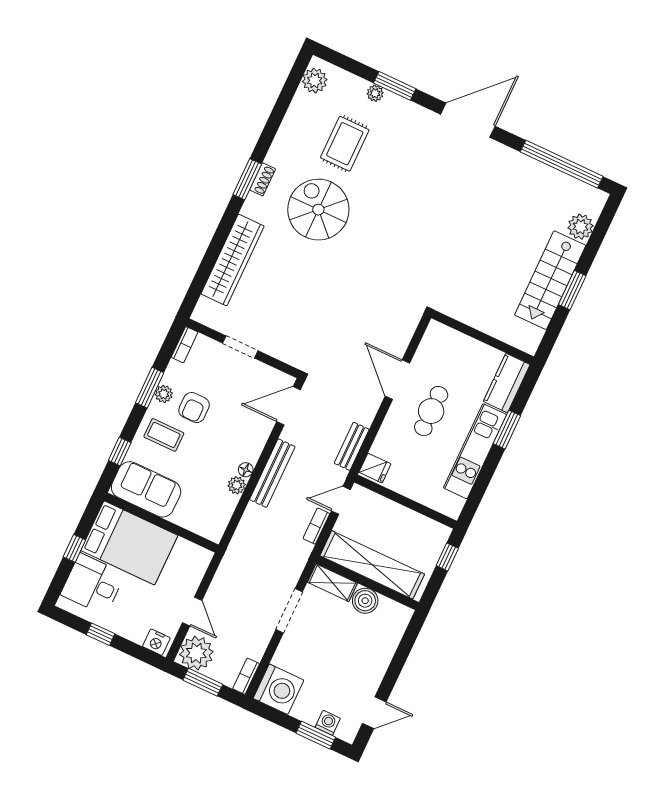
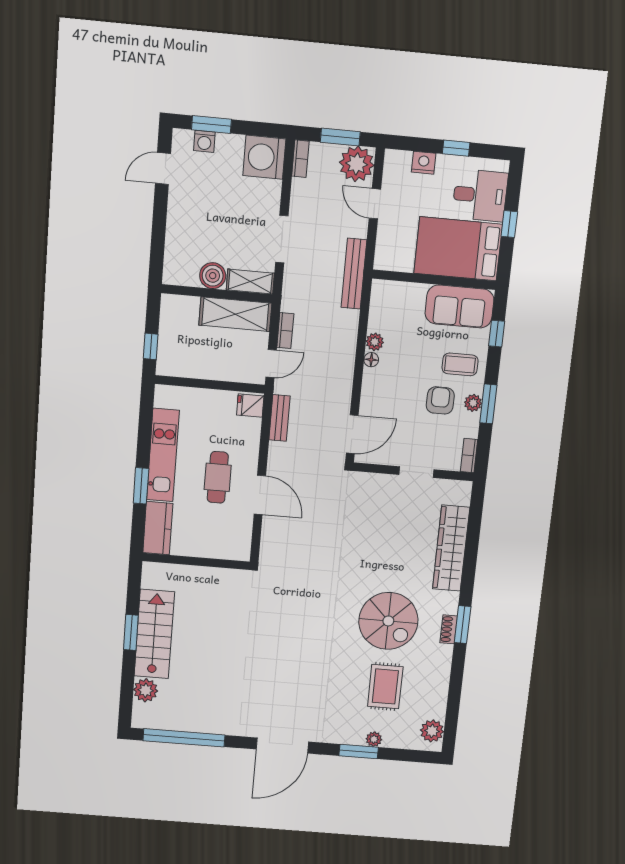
bench: (272, 473) -> (354, 274), moved
shelving: (372, 565) -> (235, 314), width x0.68
nightstand: (156, 642) -> (424, 163), moved

